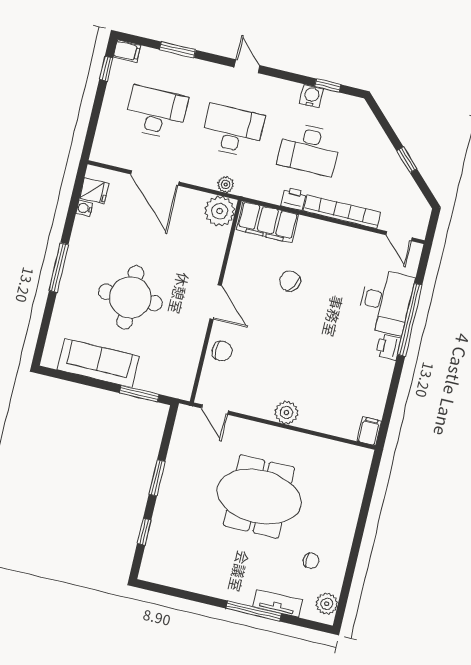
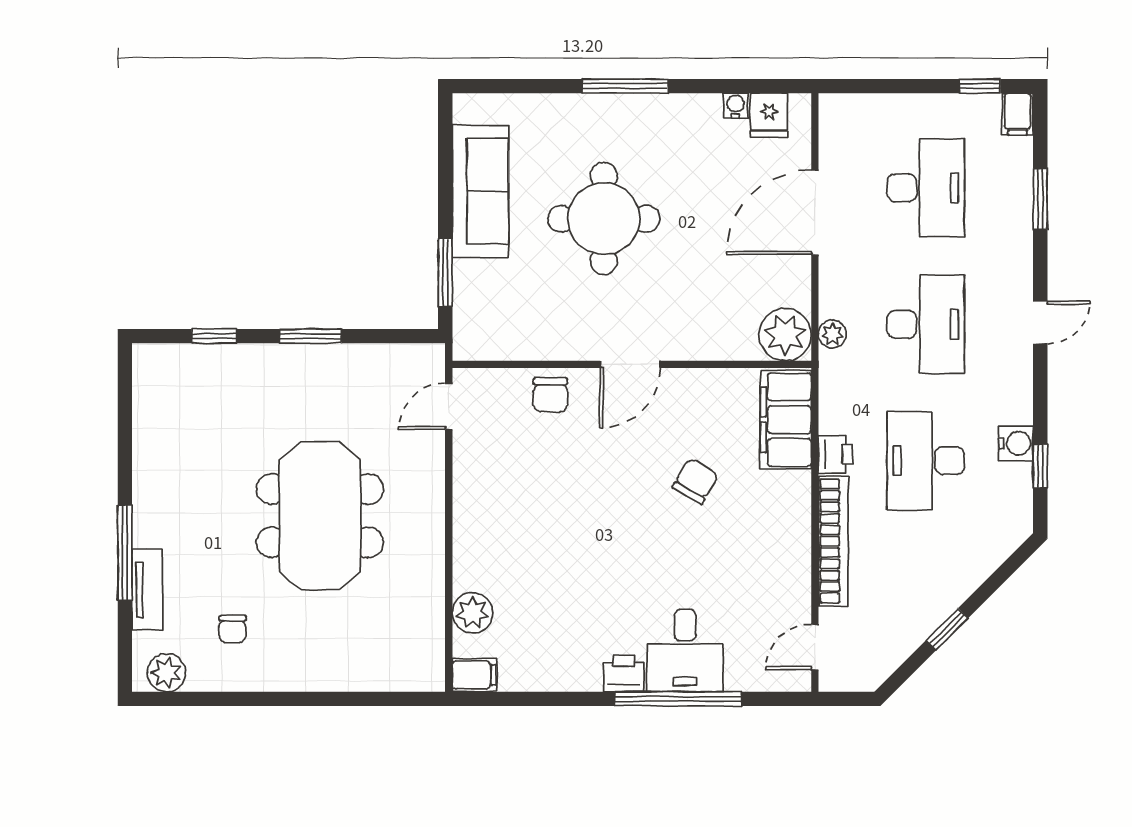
desk: (386, 302) -> (685, 651), width x0.73
plant: (286, 413) -> (473, 613), moved

